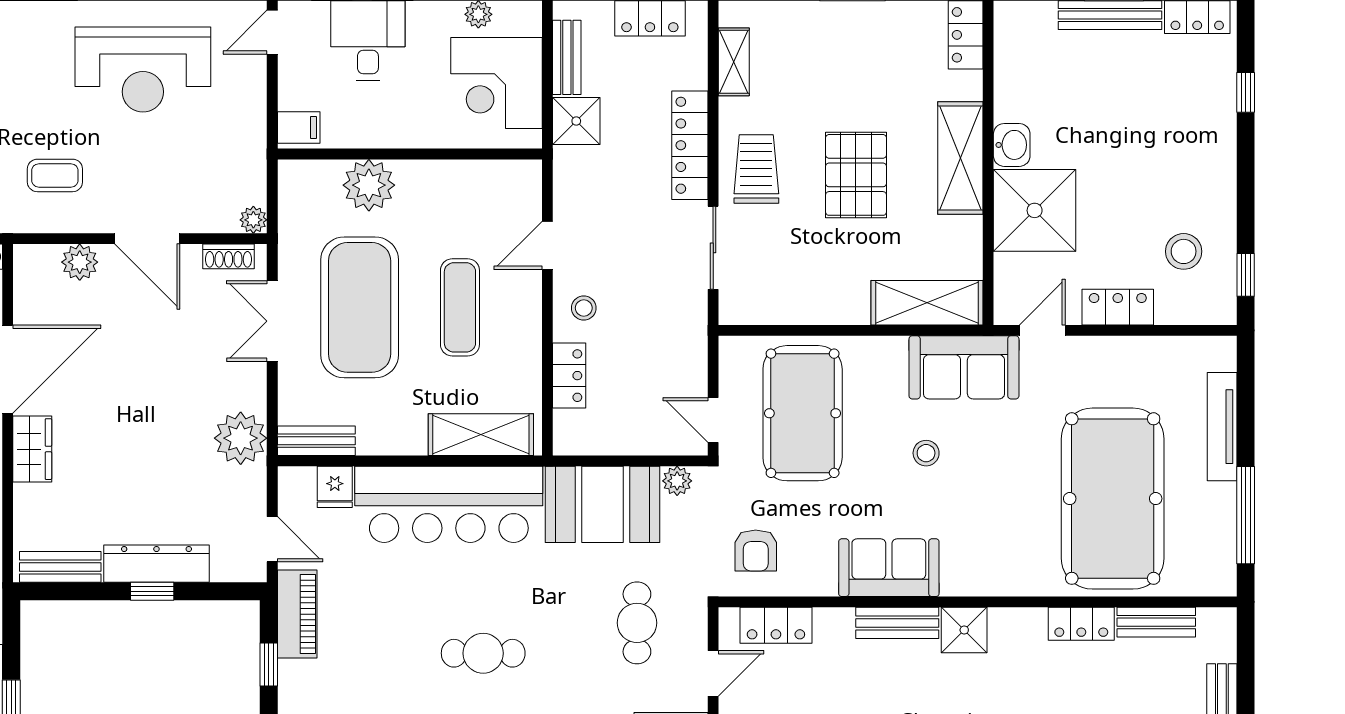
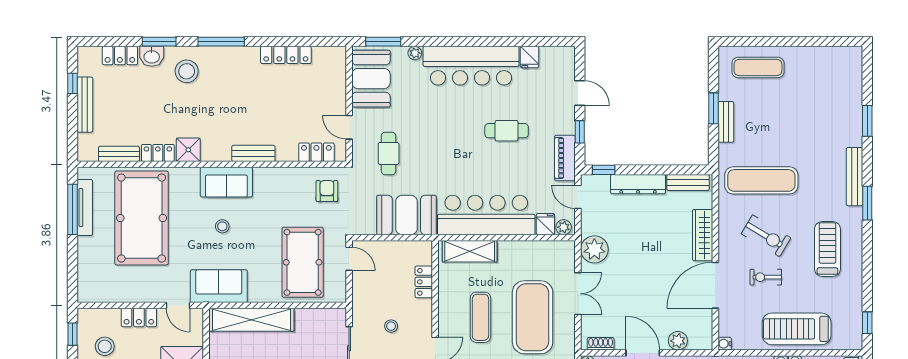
shelving: (927, 303) -> (251, 320), width x1.47
stool: (584, 308) -> (391, 326), moved
double door: (272, 321) -> (578, 294), moved
door: (1042, 330) -> (178, 305), hinge flipped
tv unit: (1222, 427) -> (85, 207), moved
bench: (316, 441) -> (555, 248), removed
wardrobe: (32, 449) -> (703, 235), width x1.50
stool: (926, 453) -> (222, 226), moved
plant: (677, 481) -> (564, 227), moved
sofa: (889, 568) -> (226, 182), moved
window: (152, 591) -> (604, 170), moved
shower: (964, 630) -> (188, 150), moved
cafe table: (483, 653) -> (507, 131), moved
door: (713, 673) -> (349, 127), hinge flipped

